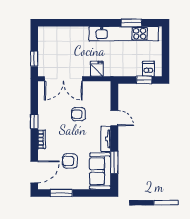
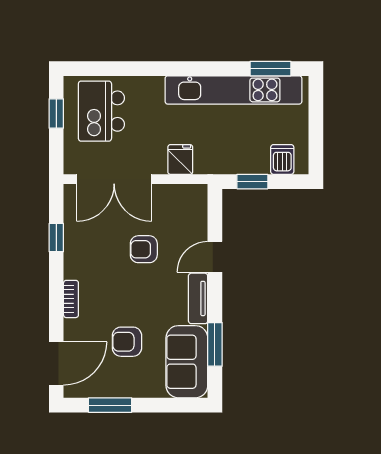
window: (131, 23) -> (270, 69), moved
kitchen island: (57, 44) -> (101, 111), added
window: (34, 59) -> (56, 114), moved
window: (144, 80) -> (252, 182), moved
door: (114, 118) -> (215, 257), swing flipped
window: (34, 121) -> (56, 238), moved

